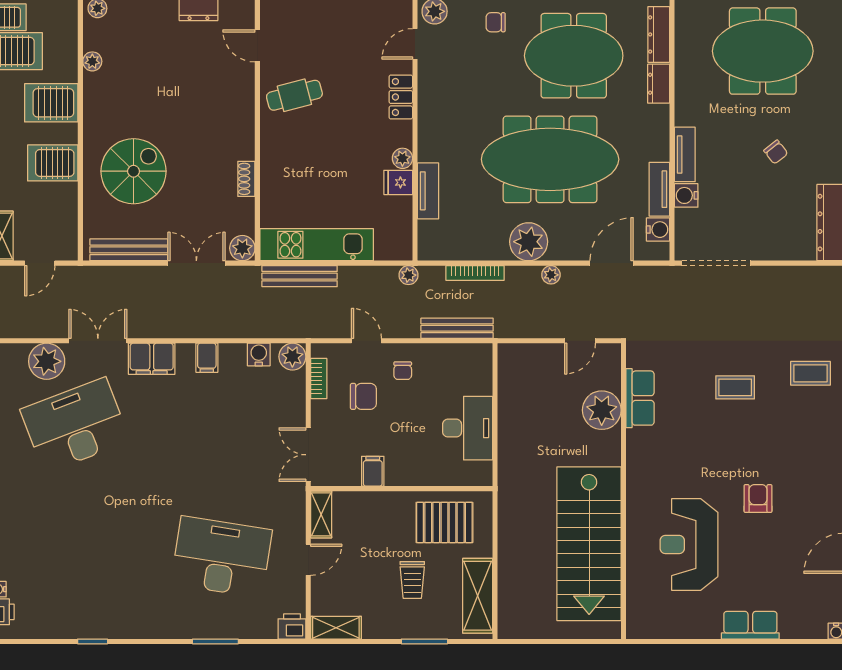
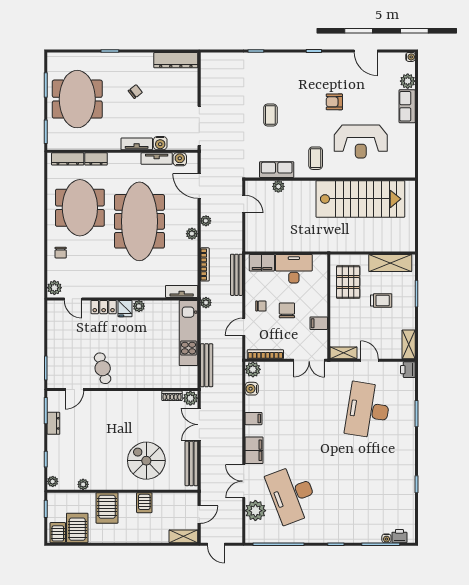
server rack: (53, 163) -> (144, 503), width x0.73, depth x0.70
shoe rack: (246, 179) -> (172, 396), moved
fridge: (398, 182) -> (125, 309), moved
tv unit: (428, 191) -> (182, 291), moved
plant: (529, 242) -> (192, 234), width x0.53, depth x0.53
kitchen unit: (317, 245) -> (189, 333), moved
door: (40, 263) -> (199, 515), hinge flipped
filing cabinet: (478, 373) -> (262, 263), added
coffee table: (810, 373) -> (316, 158), moved
bookcase: (319, 379) -> (265, 354), width x1.56
chair: (363, 396) -> (287, 310), moved
plant: (602, 410) -> (278, 186), width x0.53, depth x0.53
plant: (794, 626) -> (408, 81), added

